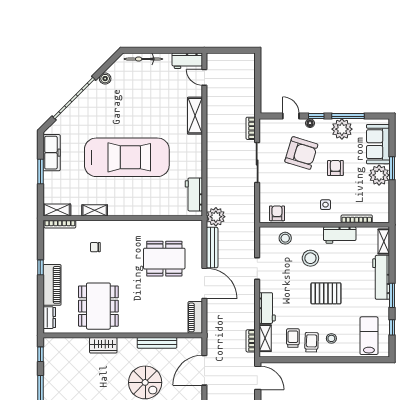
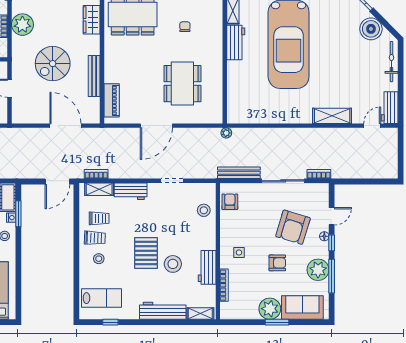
boiler: (105, 79) -> (371, 29), width x1.86, depth x1.86
workbench: (194, 194) -> (236, 43), moved, turned 90
armchair: (277, 213) -> (230, 202), turned -90
plant: (216, 217) -> (226, 133), width x0.53, depth x0.53
chair: (95, 247) -> (185, 27), moved
bench: (212, 248) -> (239, 173), moved
stool: (310, 258) -> (173, 264), moved
window: (392, 295) -> (144, 322), removed
piano: (195, 317) -> (112, 100), moved, turned 90

